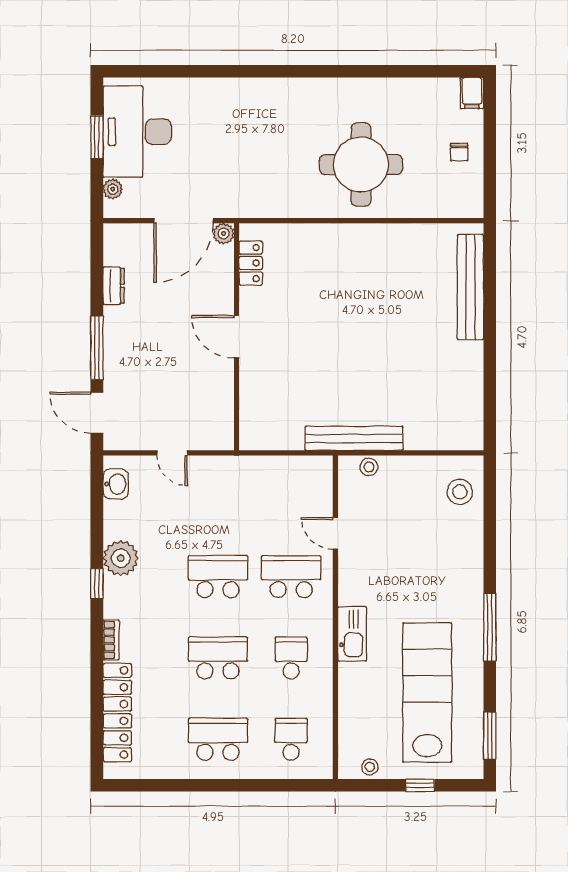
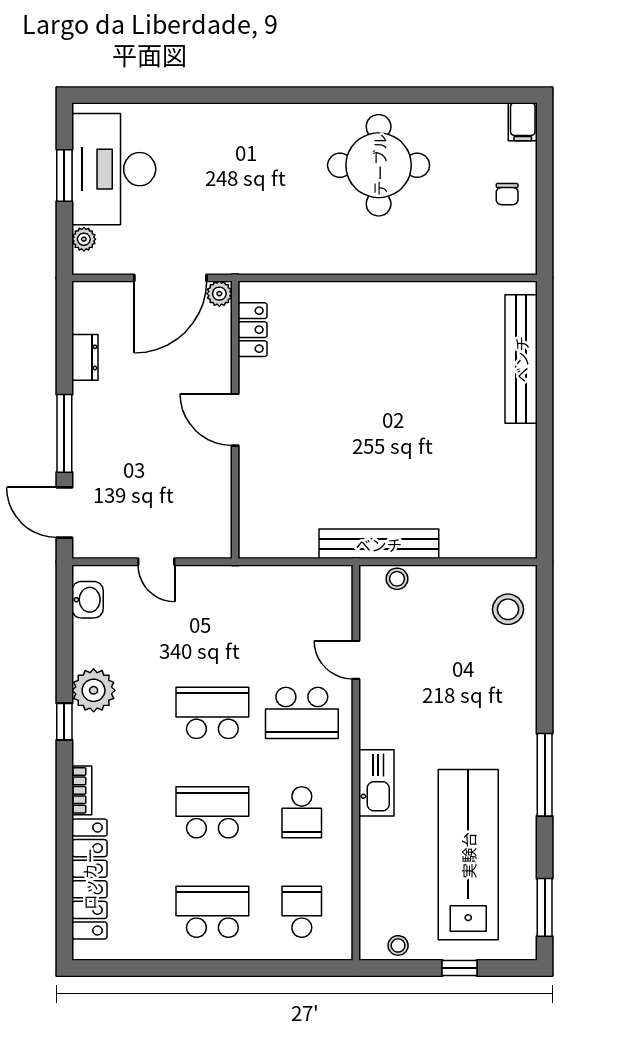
round table: (361, 165) -> (379, 165), moved
school desk: (291, 577) -> (302, 713), turned 180
school desk: (291, 658) -> (302, 812), turned 180

